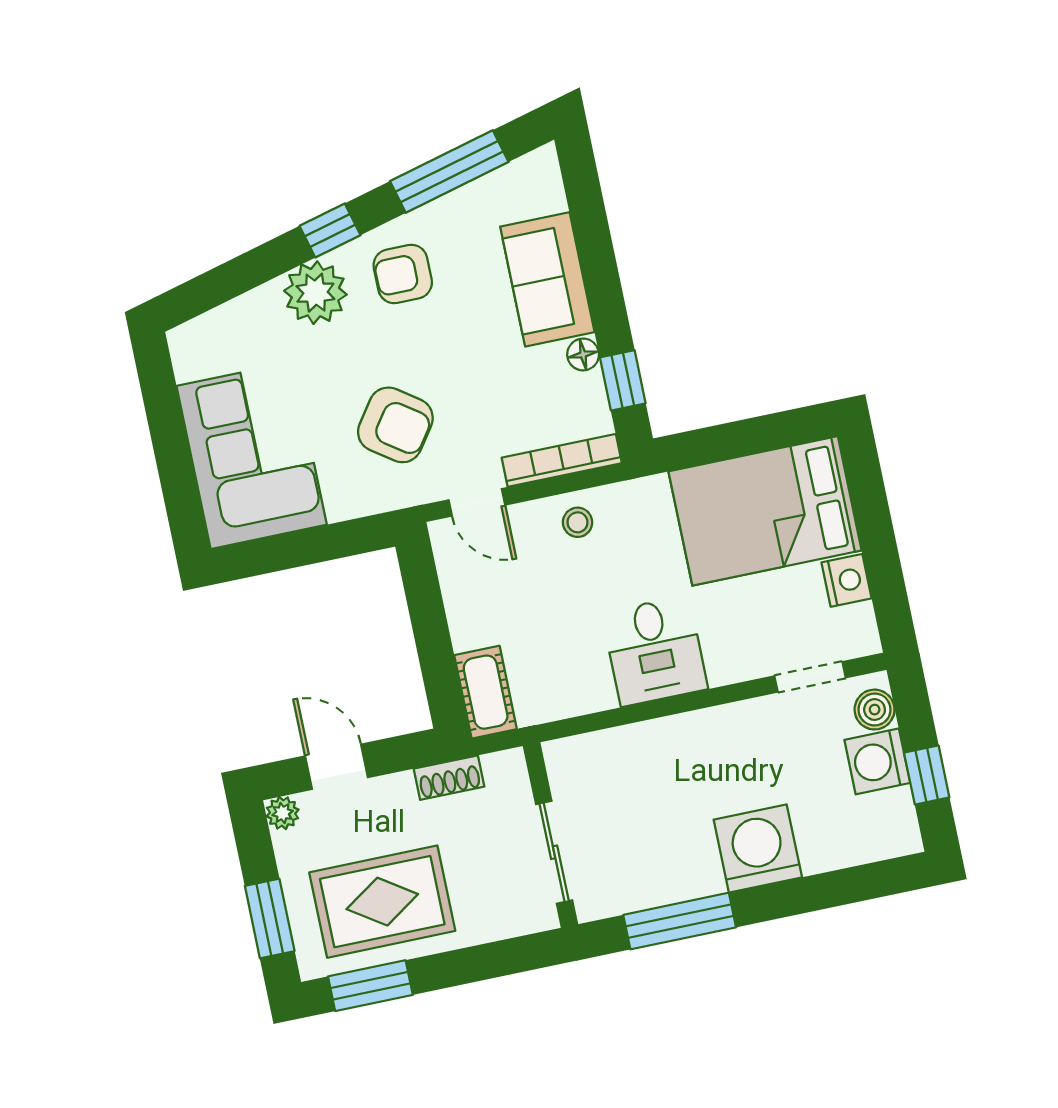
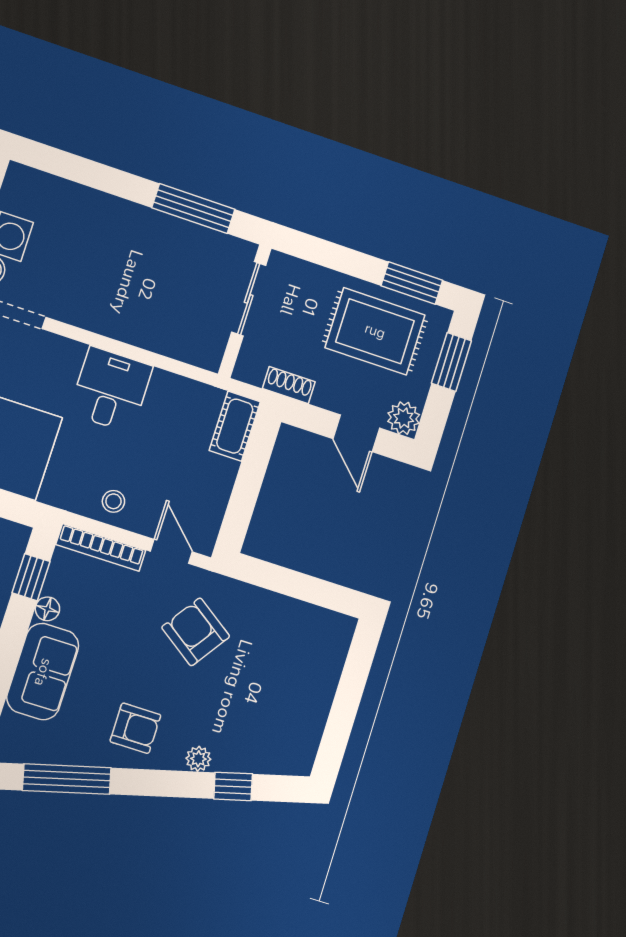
window: (330, 230) -> (233, 786), moved
plant: (315, 293) -> (198, 759), width x0.53, depth x0.53
corner sofa: (252, 455) -> (299, 664), removed
plant: (283, 813) -> (404, 418), width x1.38, depth x1.38
washing machine: (758, 848) -> (117, 225), removed

